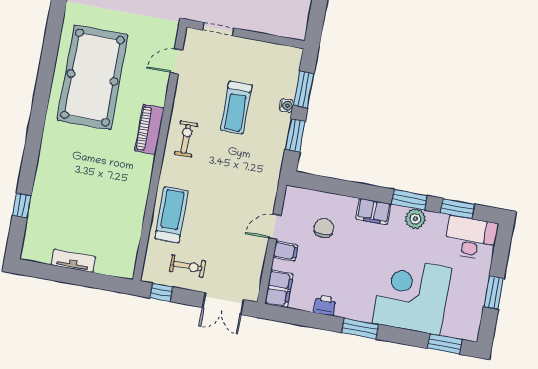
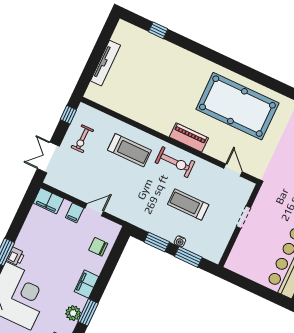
doorway: (218, 29) -> (243, 217), moved
exercise bike: (186, 139) -> (175, 162), width x1.38, depth x1.39
treadmill: (171, 215) -> (129, 150), moved
door: (275, 227) -> (94, 210), hinge flipped
chair: (324, 228) -> (98, 247), moved, turned 180
tv unit: (73, 261) -> (105, 63), width x1.41
printer: (325, 305) -> (16, 256), moved

